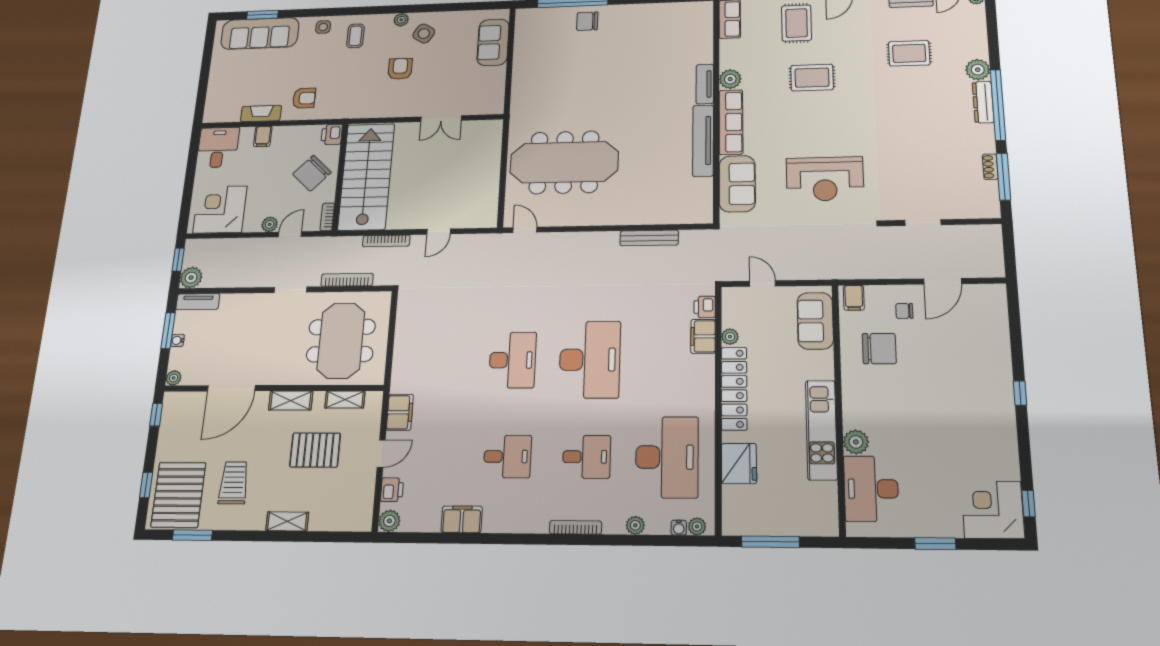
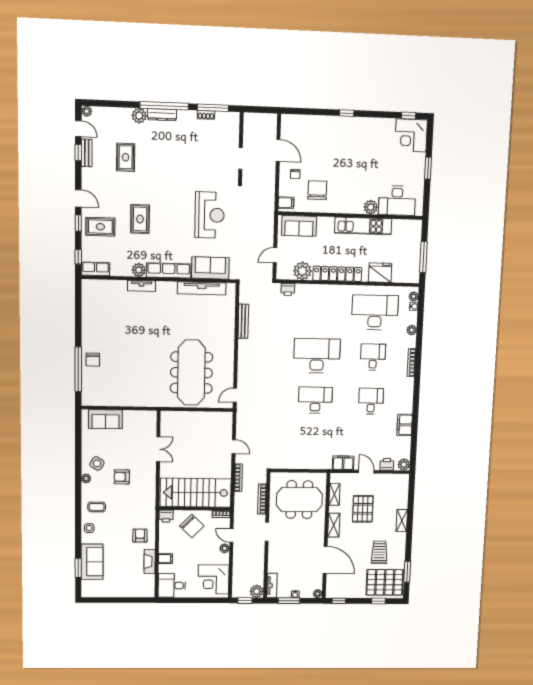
sofa: (260, 33) -> (92, 562), width x0.73
tv unit: (703, 141) -> (202, 288), moved
filing cabinet: (703, 336) -> (306, 291), removed
plant: (730, 337) -> (302, 271), width x1.88, depth x1.88
trolley: (234, 483) -> (379, 552), turned 90

